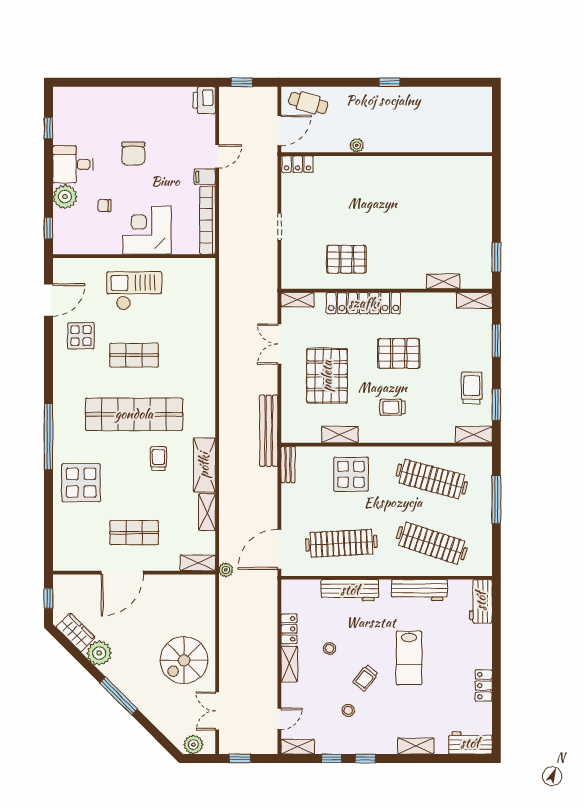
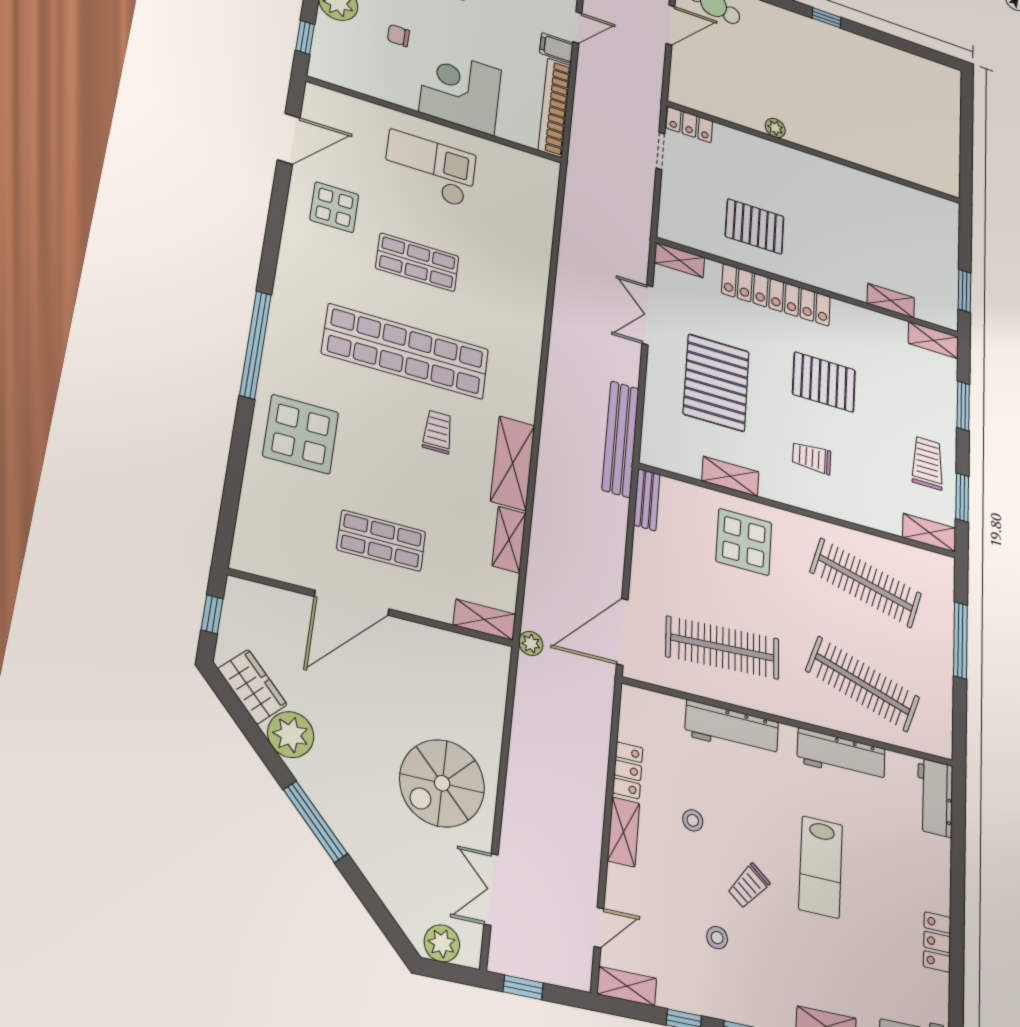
plant: (357, 145) -> (775, 128), moved
wall: (387, 154) -> (816, 153), moved
locker: (298, 164) -> (689, 125), moved

